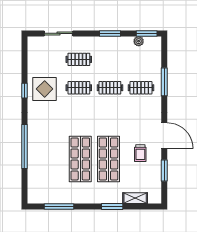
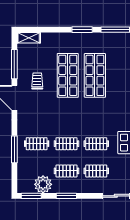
plant: (139, 41) -> (43, 184), width x1.87, depth x1.87
clothes rail: (110, 59) -> (66, 171), added
window: (164, 171) -> (14, 64), width x1.44
shelving: (135, 198) -> (29, 38), moved
window: (112, 207) -> (82, 30), moved

